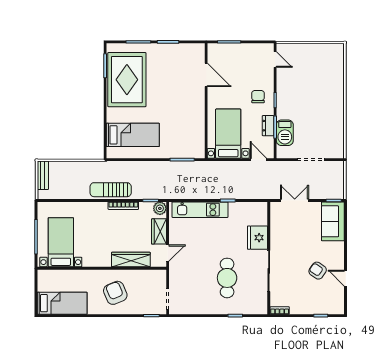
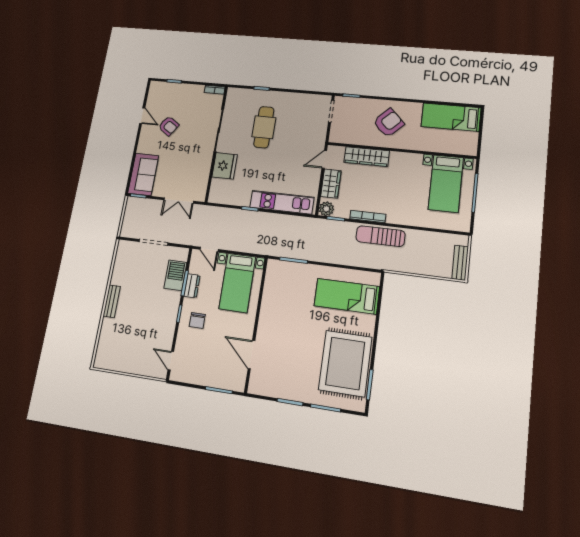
bench: (339, 102) -> (112, 301), added
sun lounger: (111, 190) -> (380, 236), turned 180
armchair: (115, 293) -> (389, 123), turned -112

